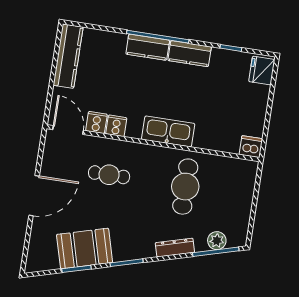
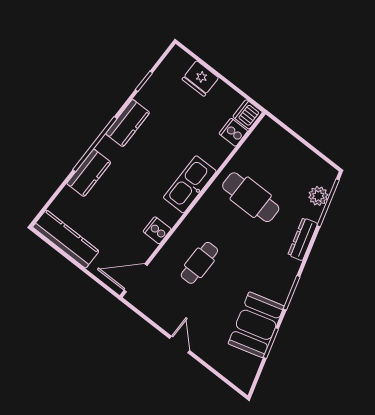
kitchen counter: (148, 47) -> (89, 173), moved
fridge: (262, 71) -> (200, 78), moved
cooker: (96, 122) -> (233, 132), moved
door: (34, 196) -> (180, 345), width x0.53

